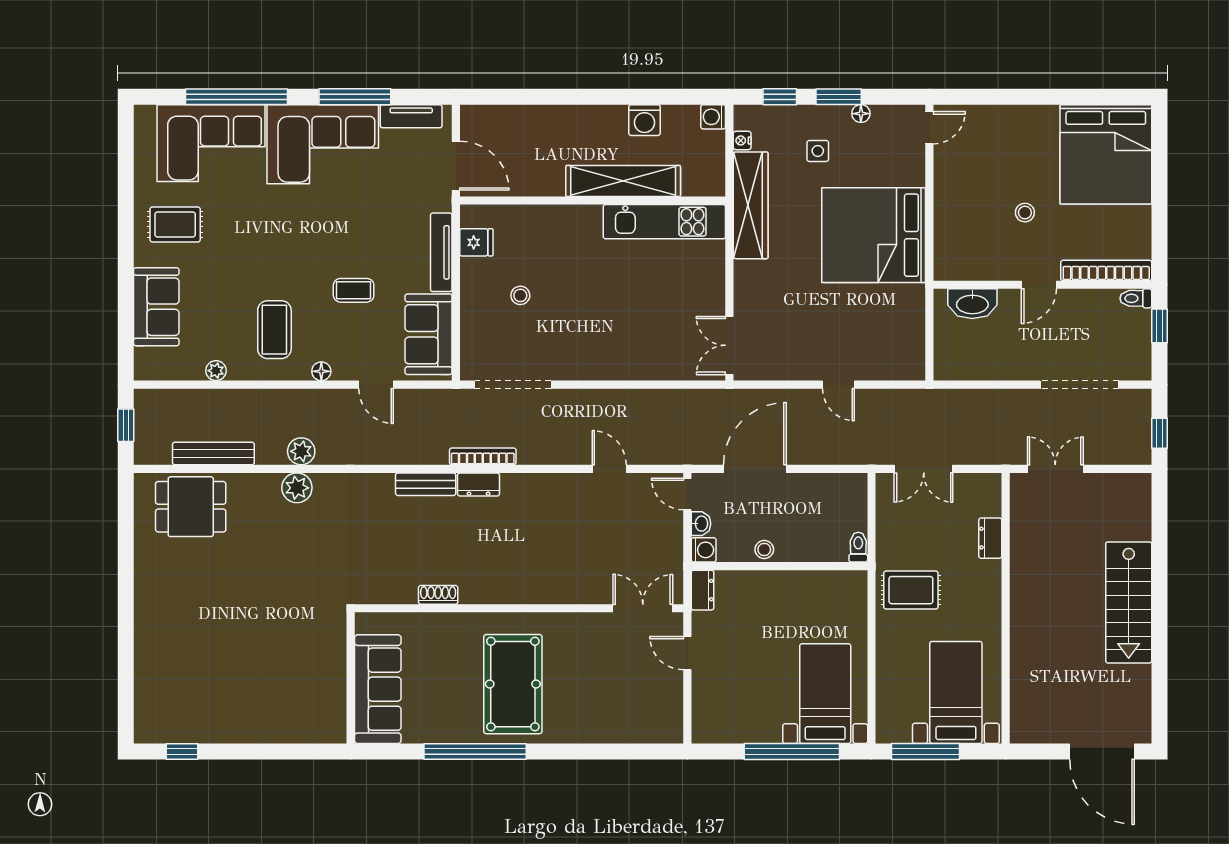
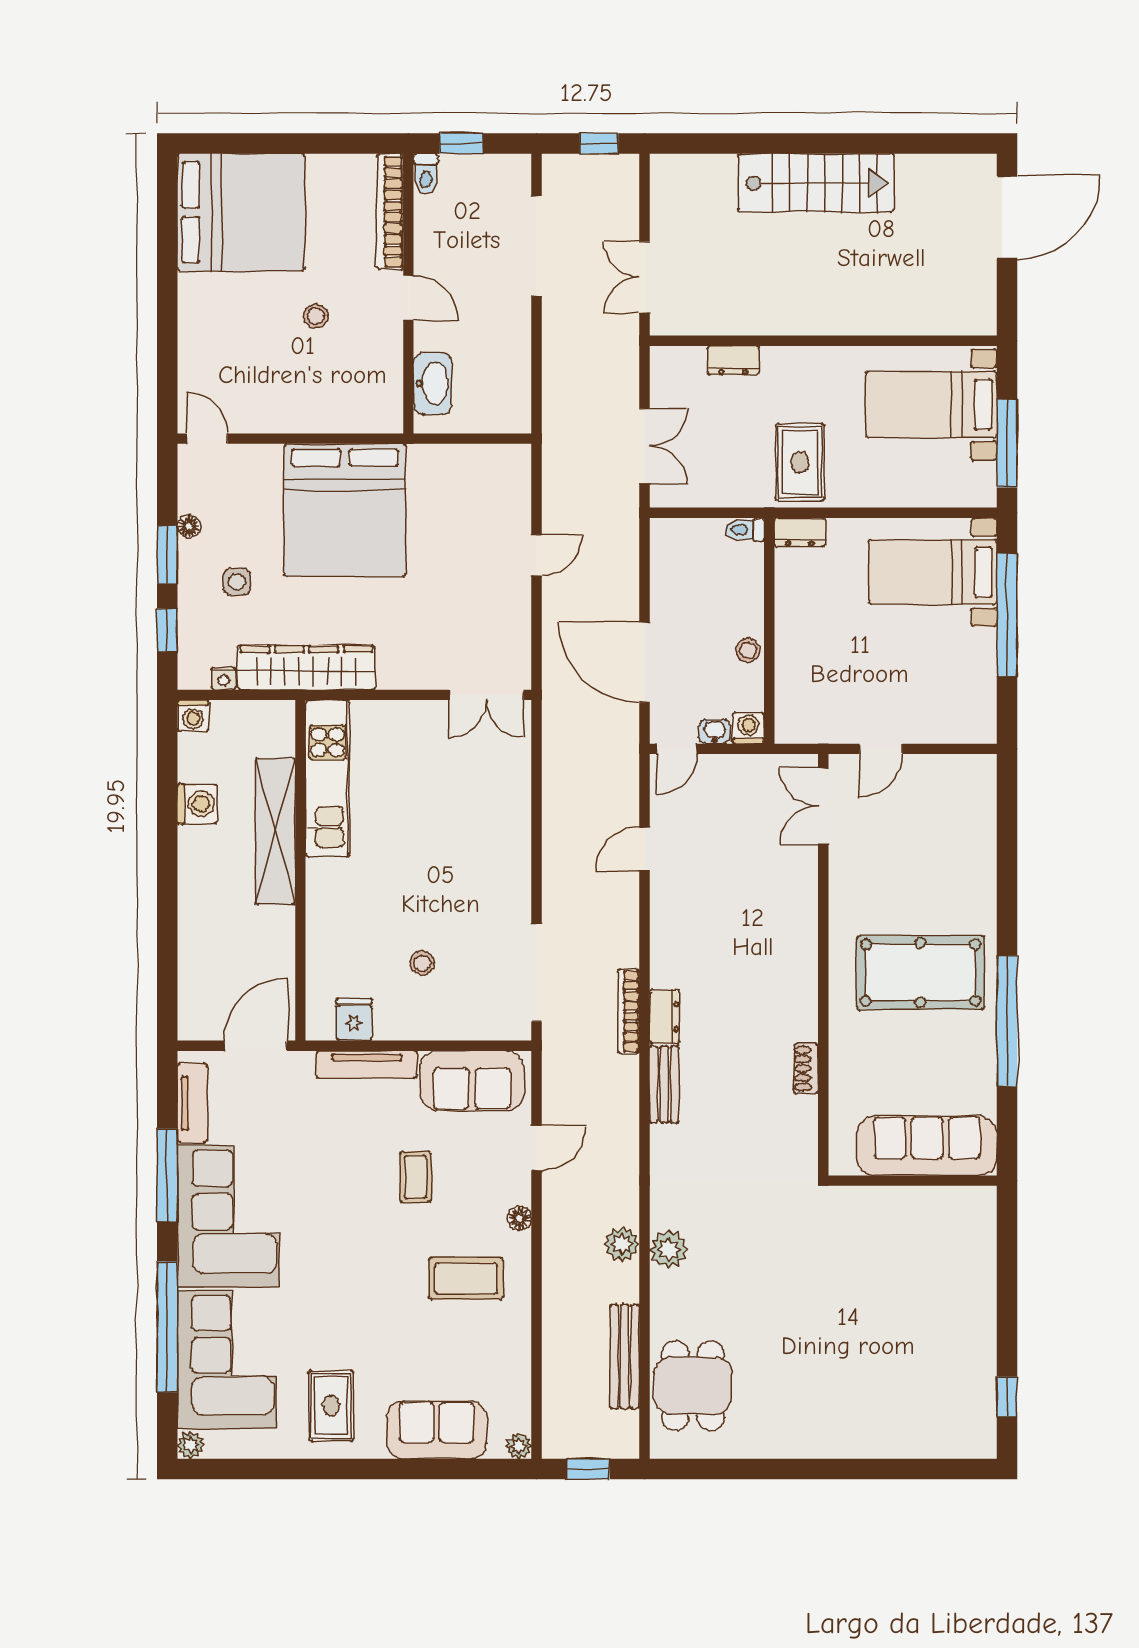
plant: (145, 115) -> (191, 1445), added
plant: (216, 371) -> (519, 1446), moved
dresser: (703, 590) -> (800, 532), moved, turned 180

